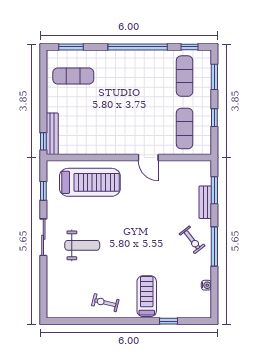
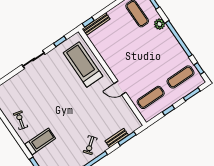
plant: (104, 58) -> (159, 24), added
door: (148, 158) -> (120, 88), hinge flipped
treadmill: (90, 182) -> (83, 64), turned 180
weight bench: (82, 245) -> (44, 85), removed

